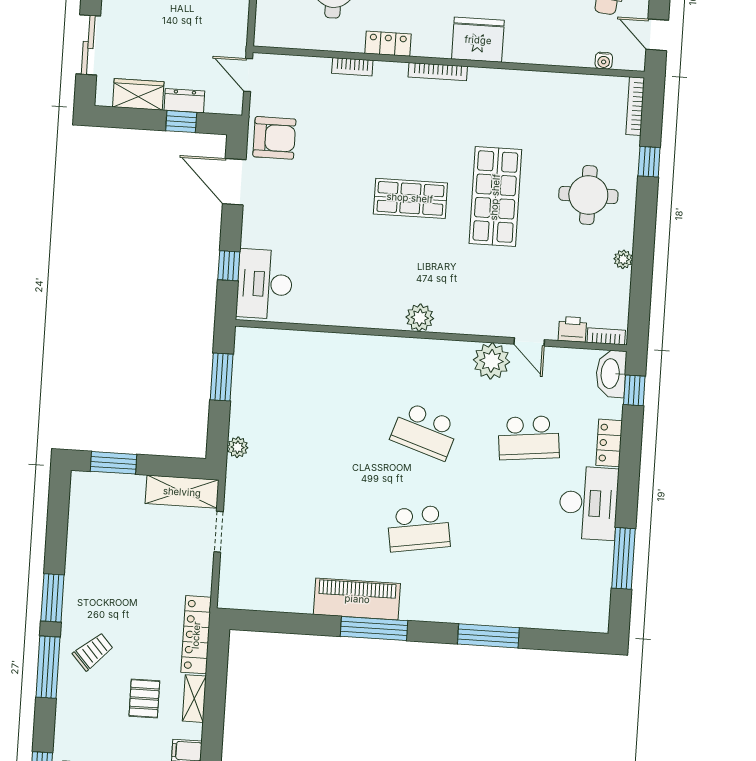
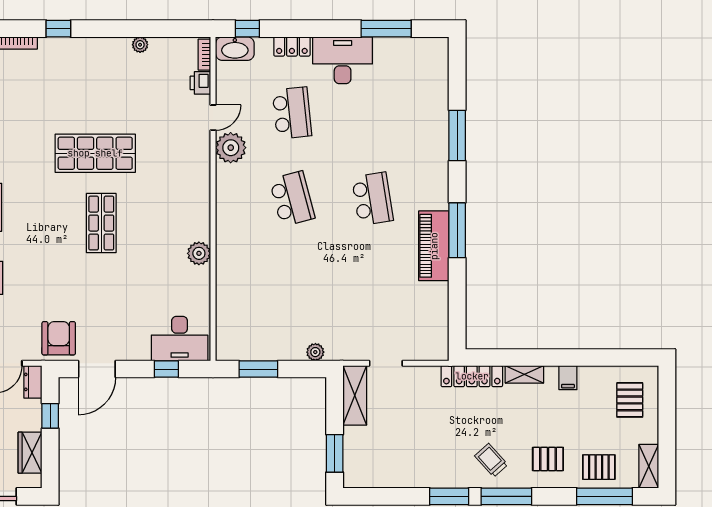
dresser: (184, 101) -> (33, 382), moved
round table: (588, 195) -> (89, 77), removed
plant: (420, 318) -> (199, 253), moved
school desk: (425, 431) -> (292, 199), turned -33
pallet: (144, 698) -> (548, 459), moved

